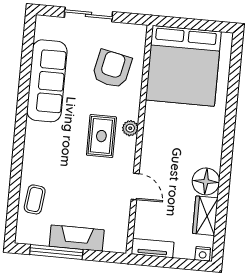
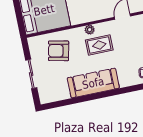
sofa: (47, 81) -> (93, 83), moved

